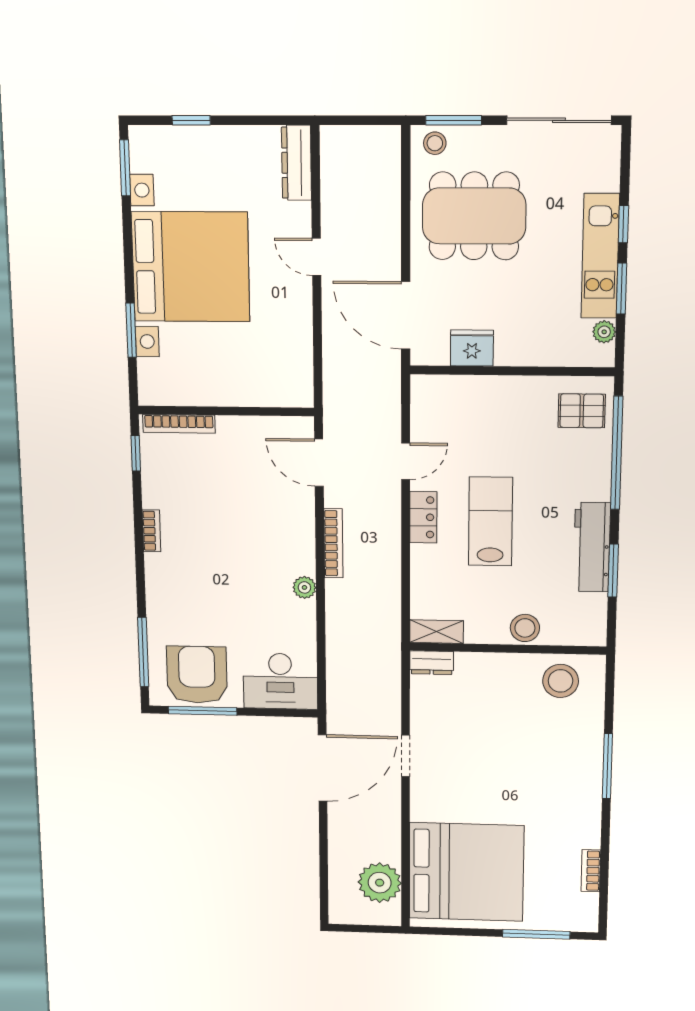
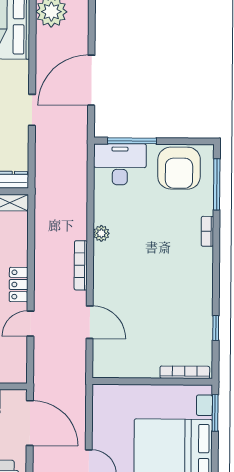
wall: (226, 411) -> (152, 381), moved
bookcase: (179, 424) -> (185, 372), moved
bookcase: (151, 531) -> (207, 231), moved
window: (203, 711) -> (132, 141), moved
door: (323, 768) -> (91, 80), moved

